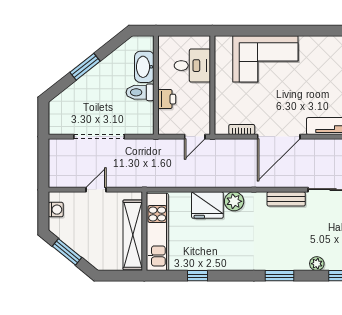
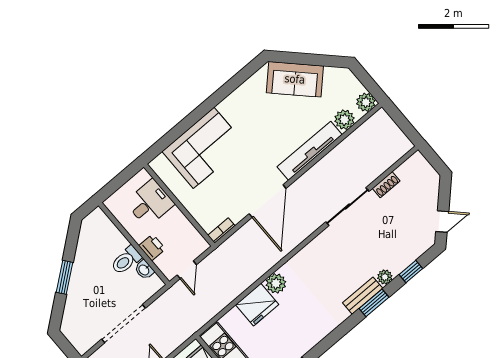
washbasin: (144, 67) -> (144, 270), moved, width x0.52, depth x0.69
bookcase: (242, 129) -> (221, 231), moved
door: (195, 137) -> (187, 270), moved
bench: (286, 199) -> (363, 296), moved
window: (280, 276) -> (374, 303), moved

